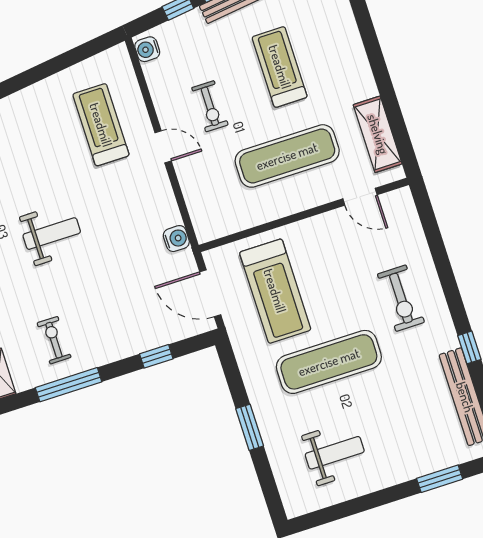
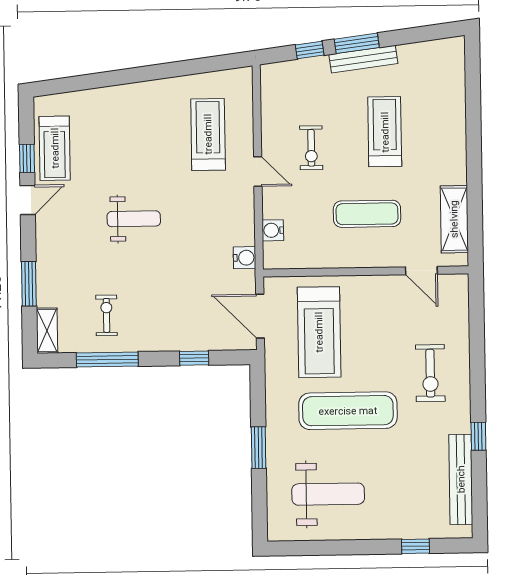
water cooler: (147, 49) -> (273, 230), moved
exercise mat: (287, 156) -> (367, 214), width x0.73, depth x0.69
weight bench: (335, 453) -> (328, 494), width x1.36, depth x1.33
window: (440, 479) -> (415, 546), width x0.67

